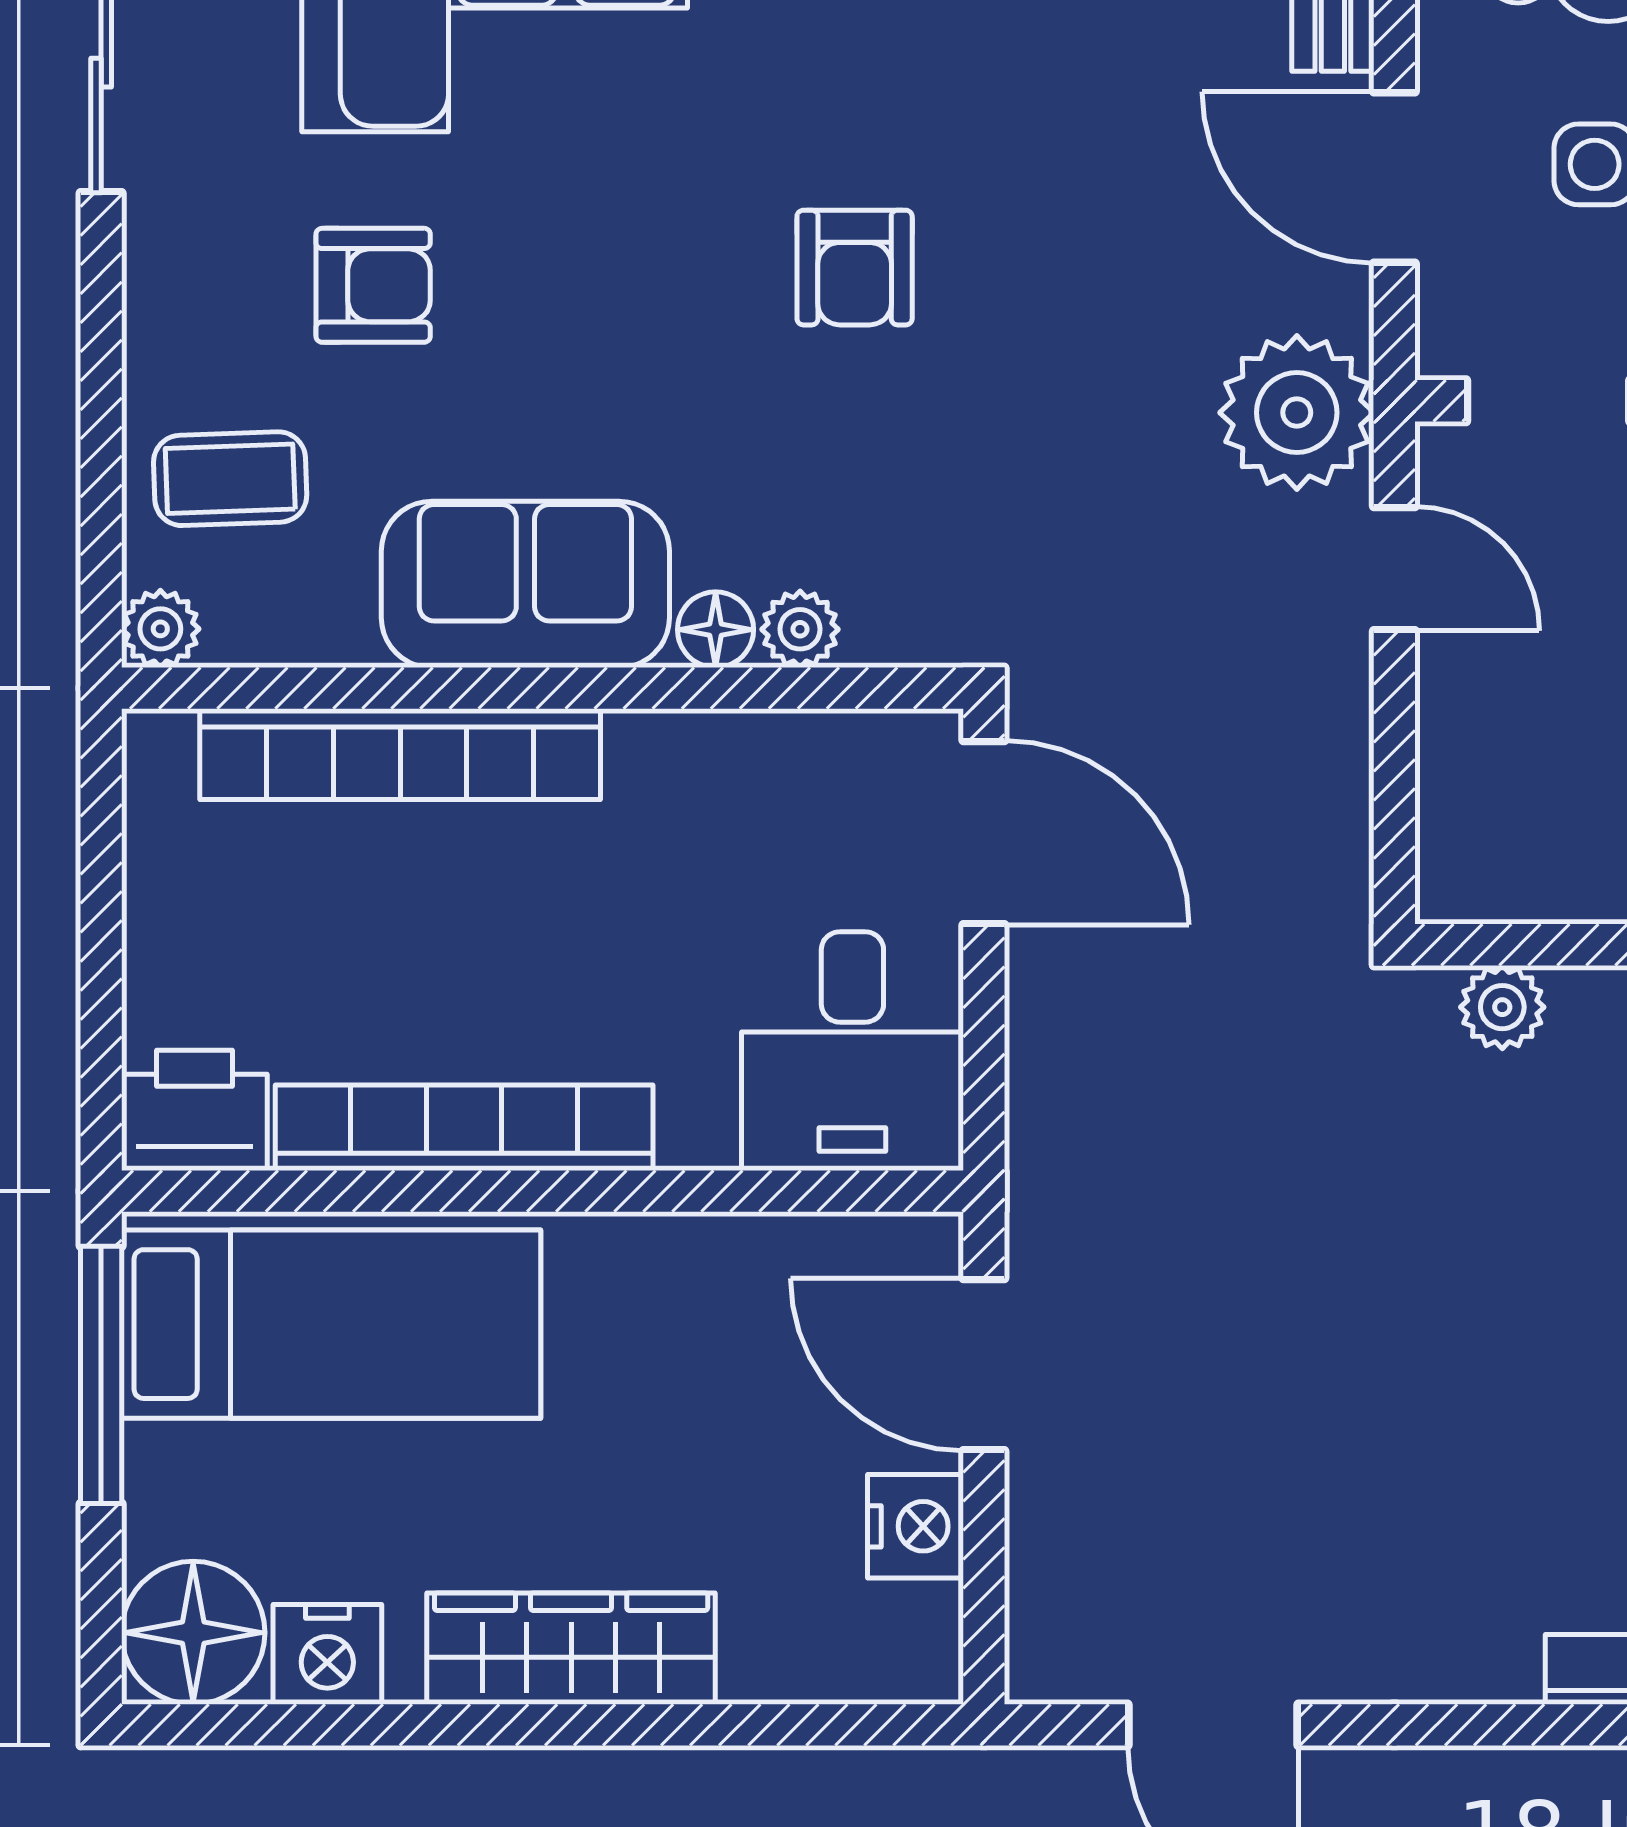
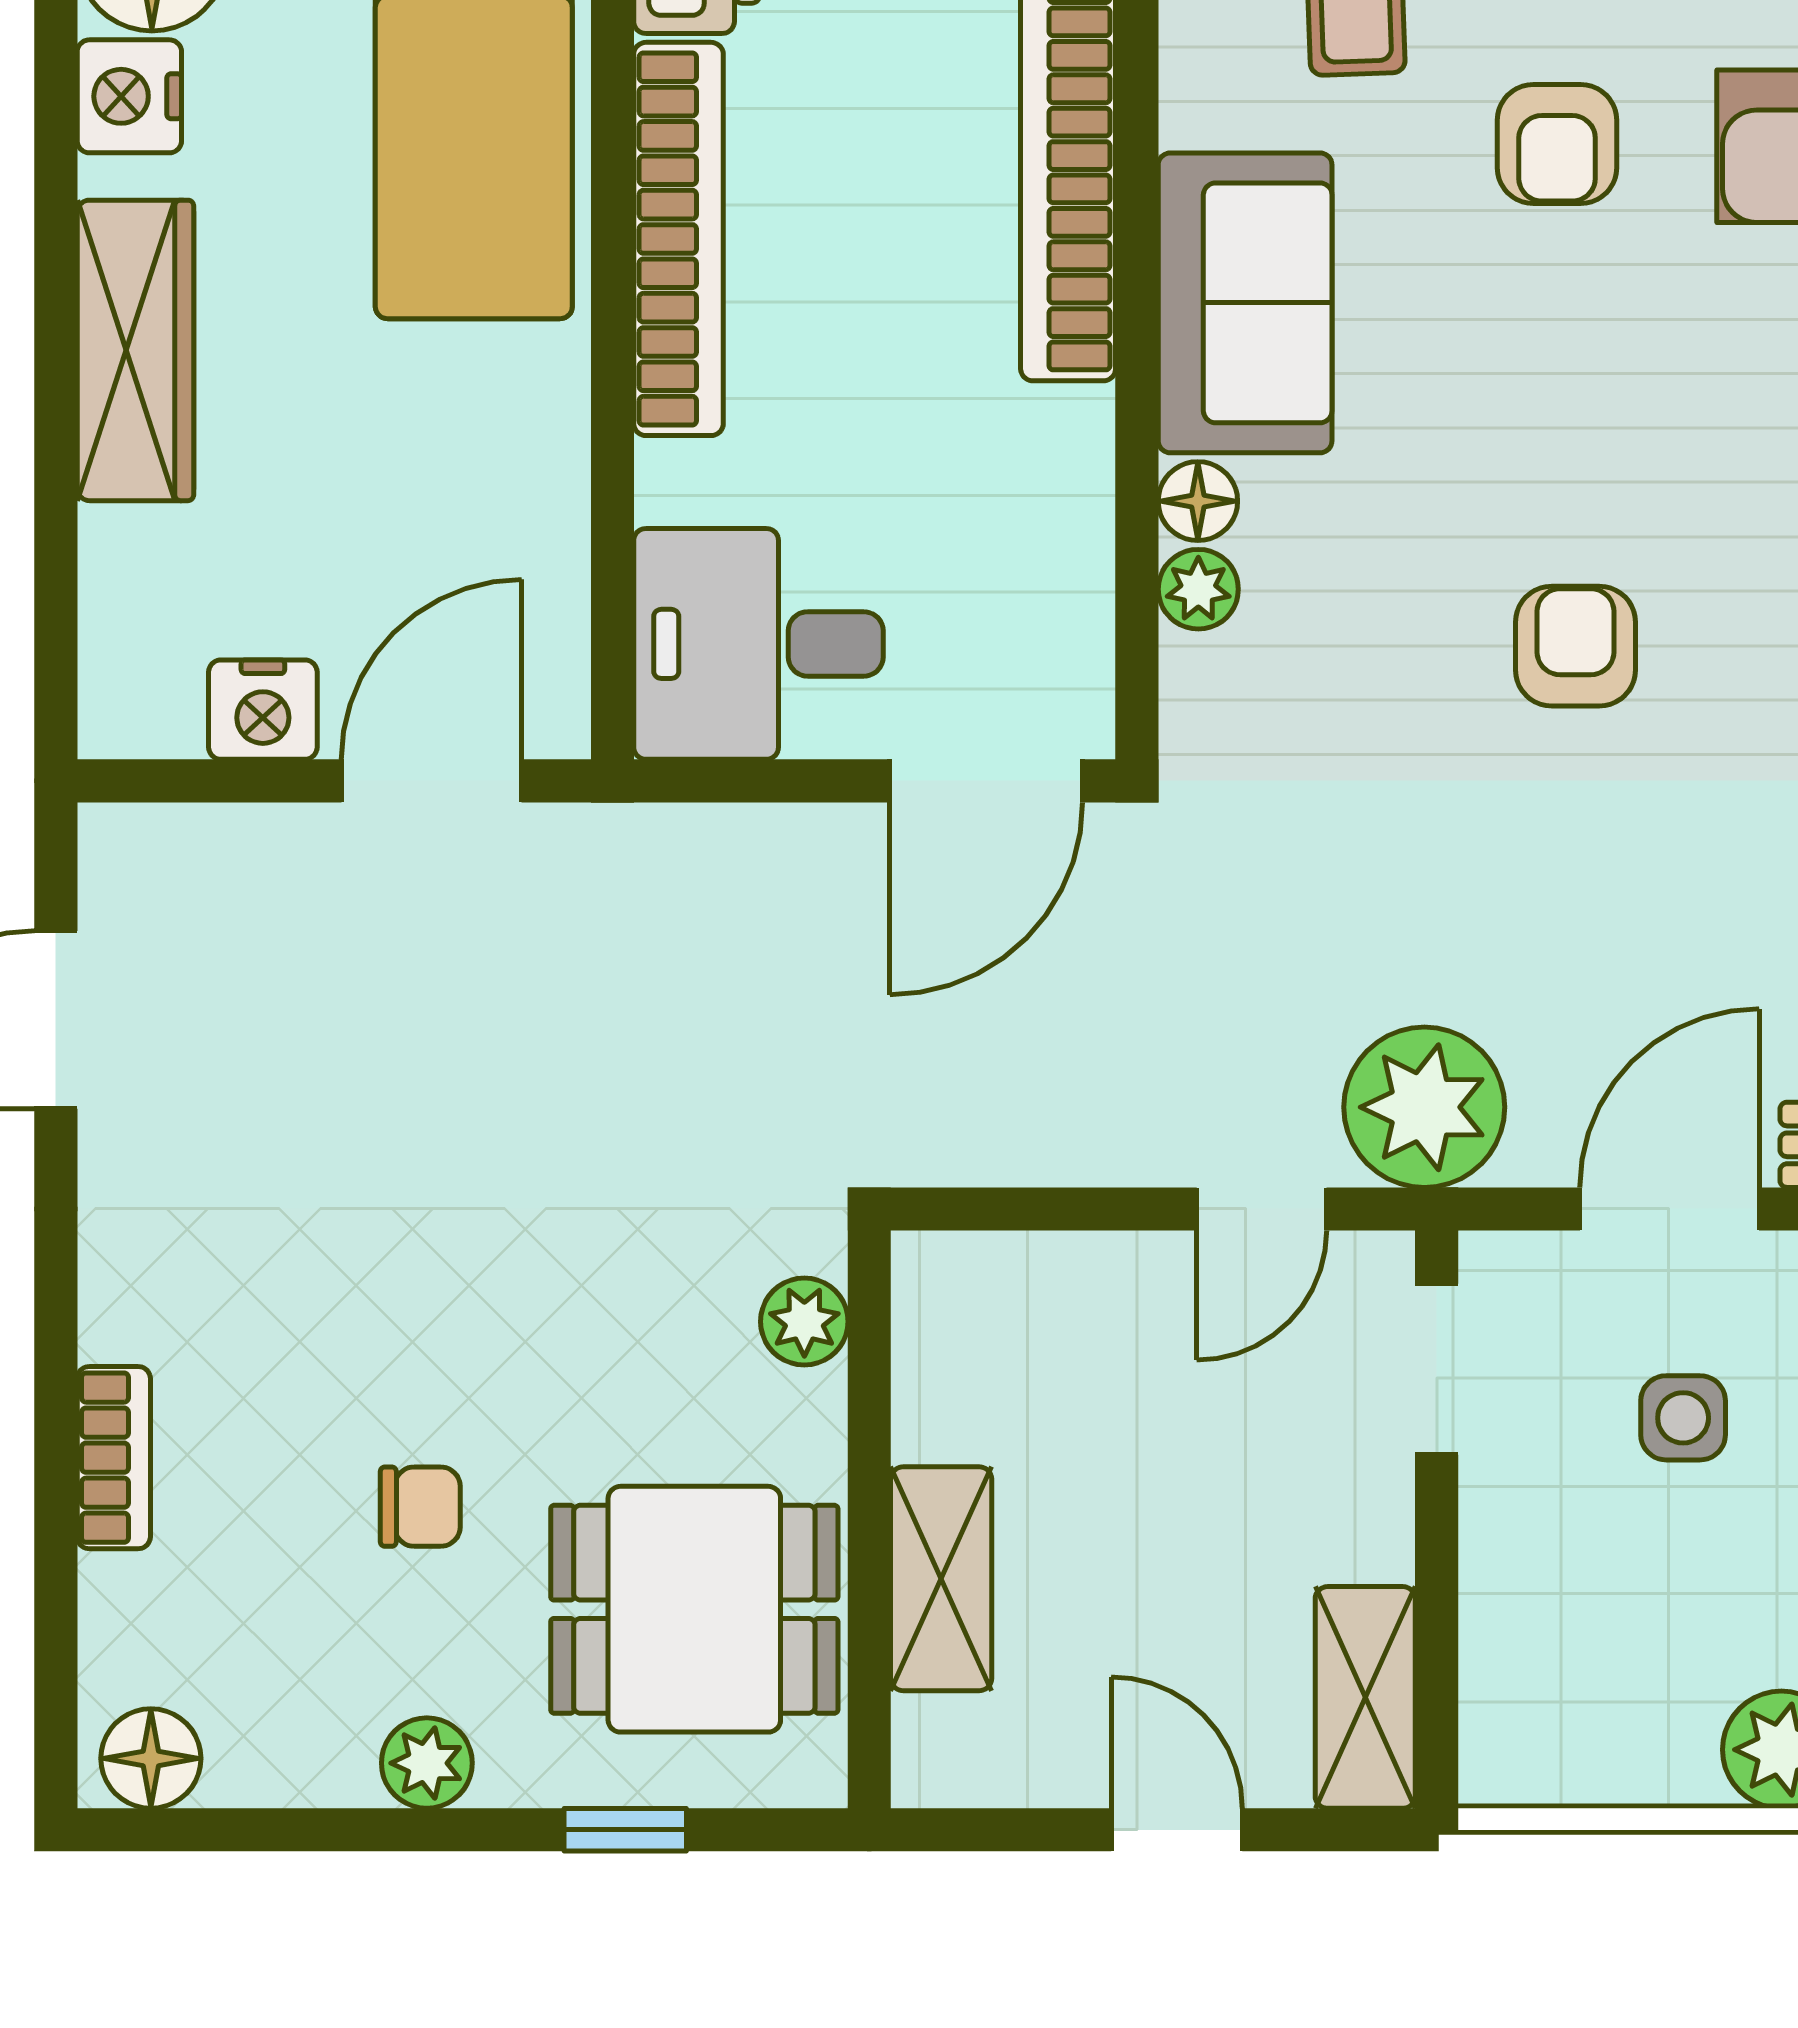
armchair: (855, 268) -> (1575, 646), turned 90

